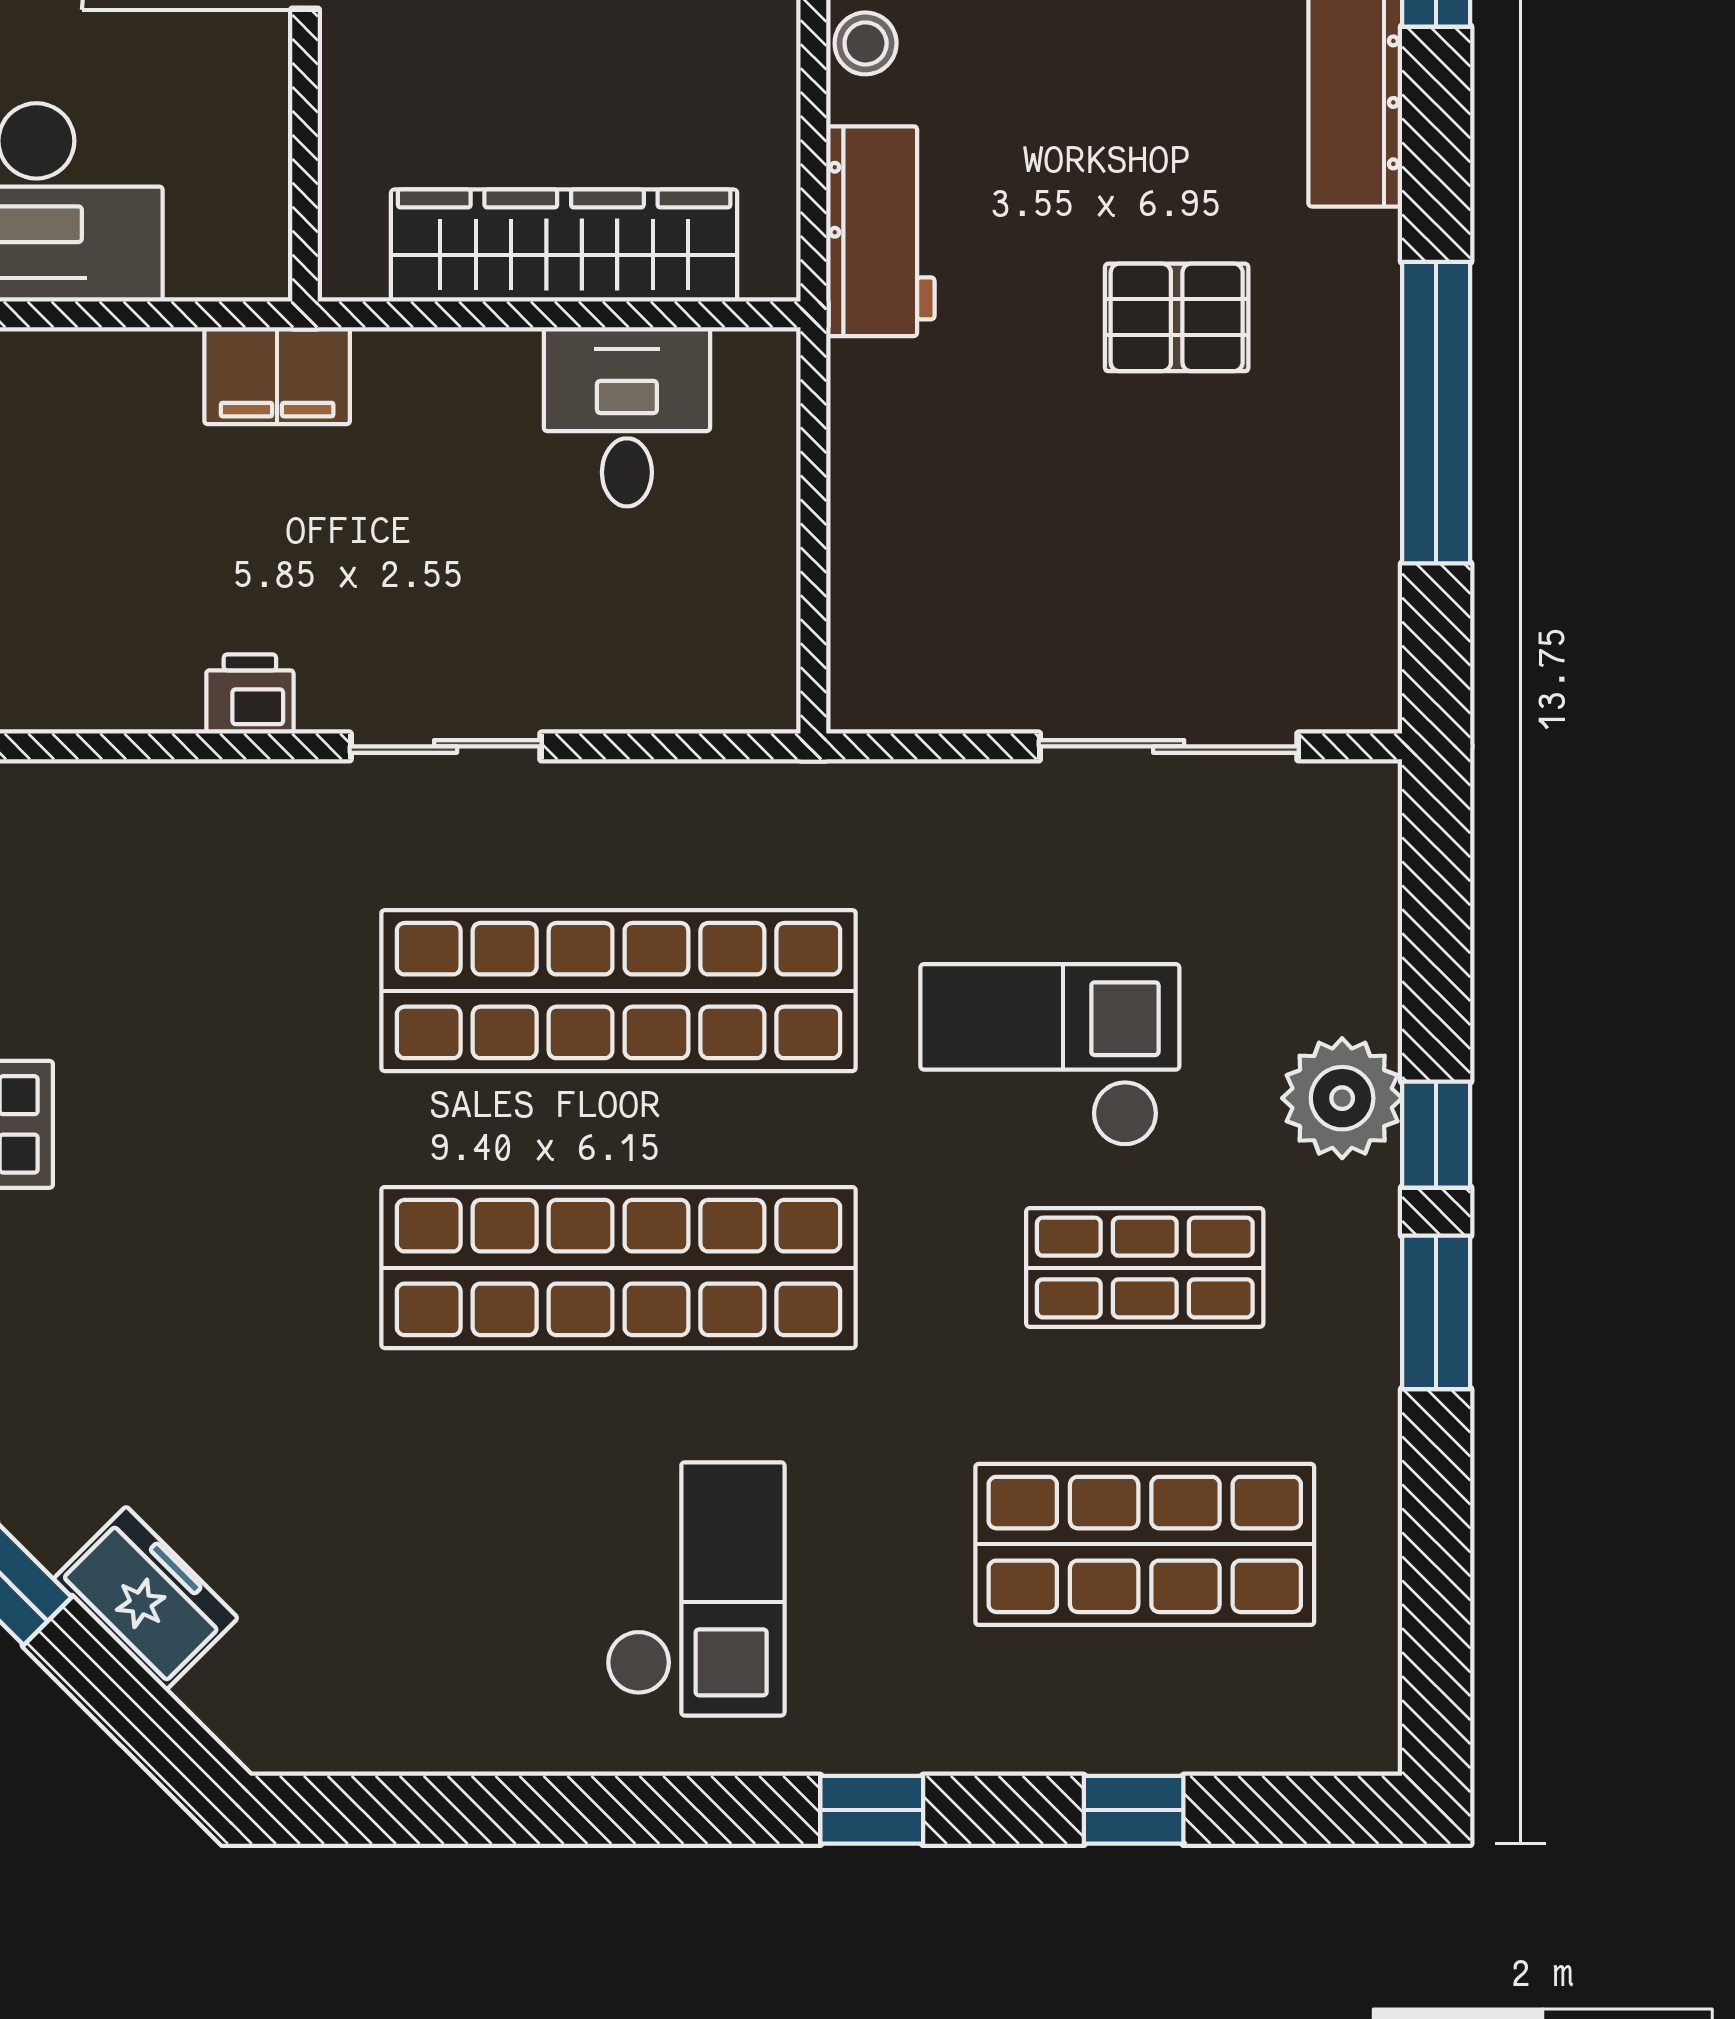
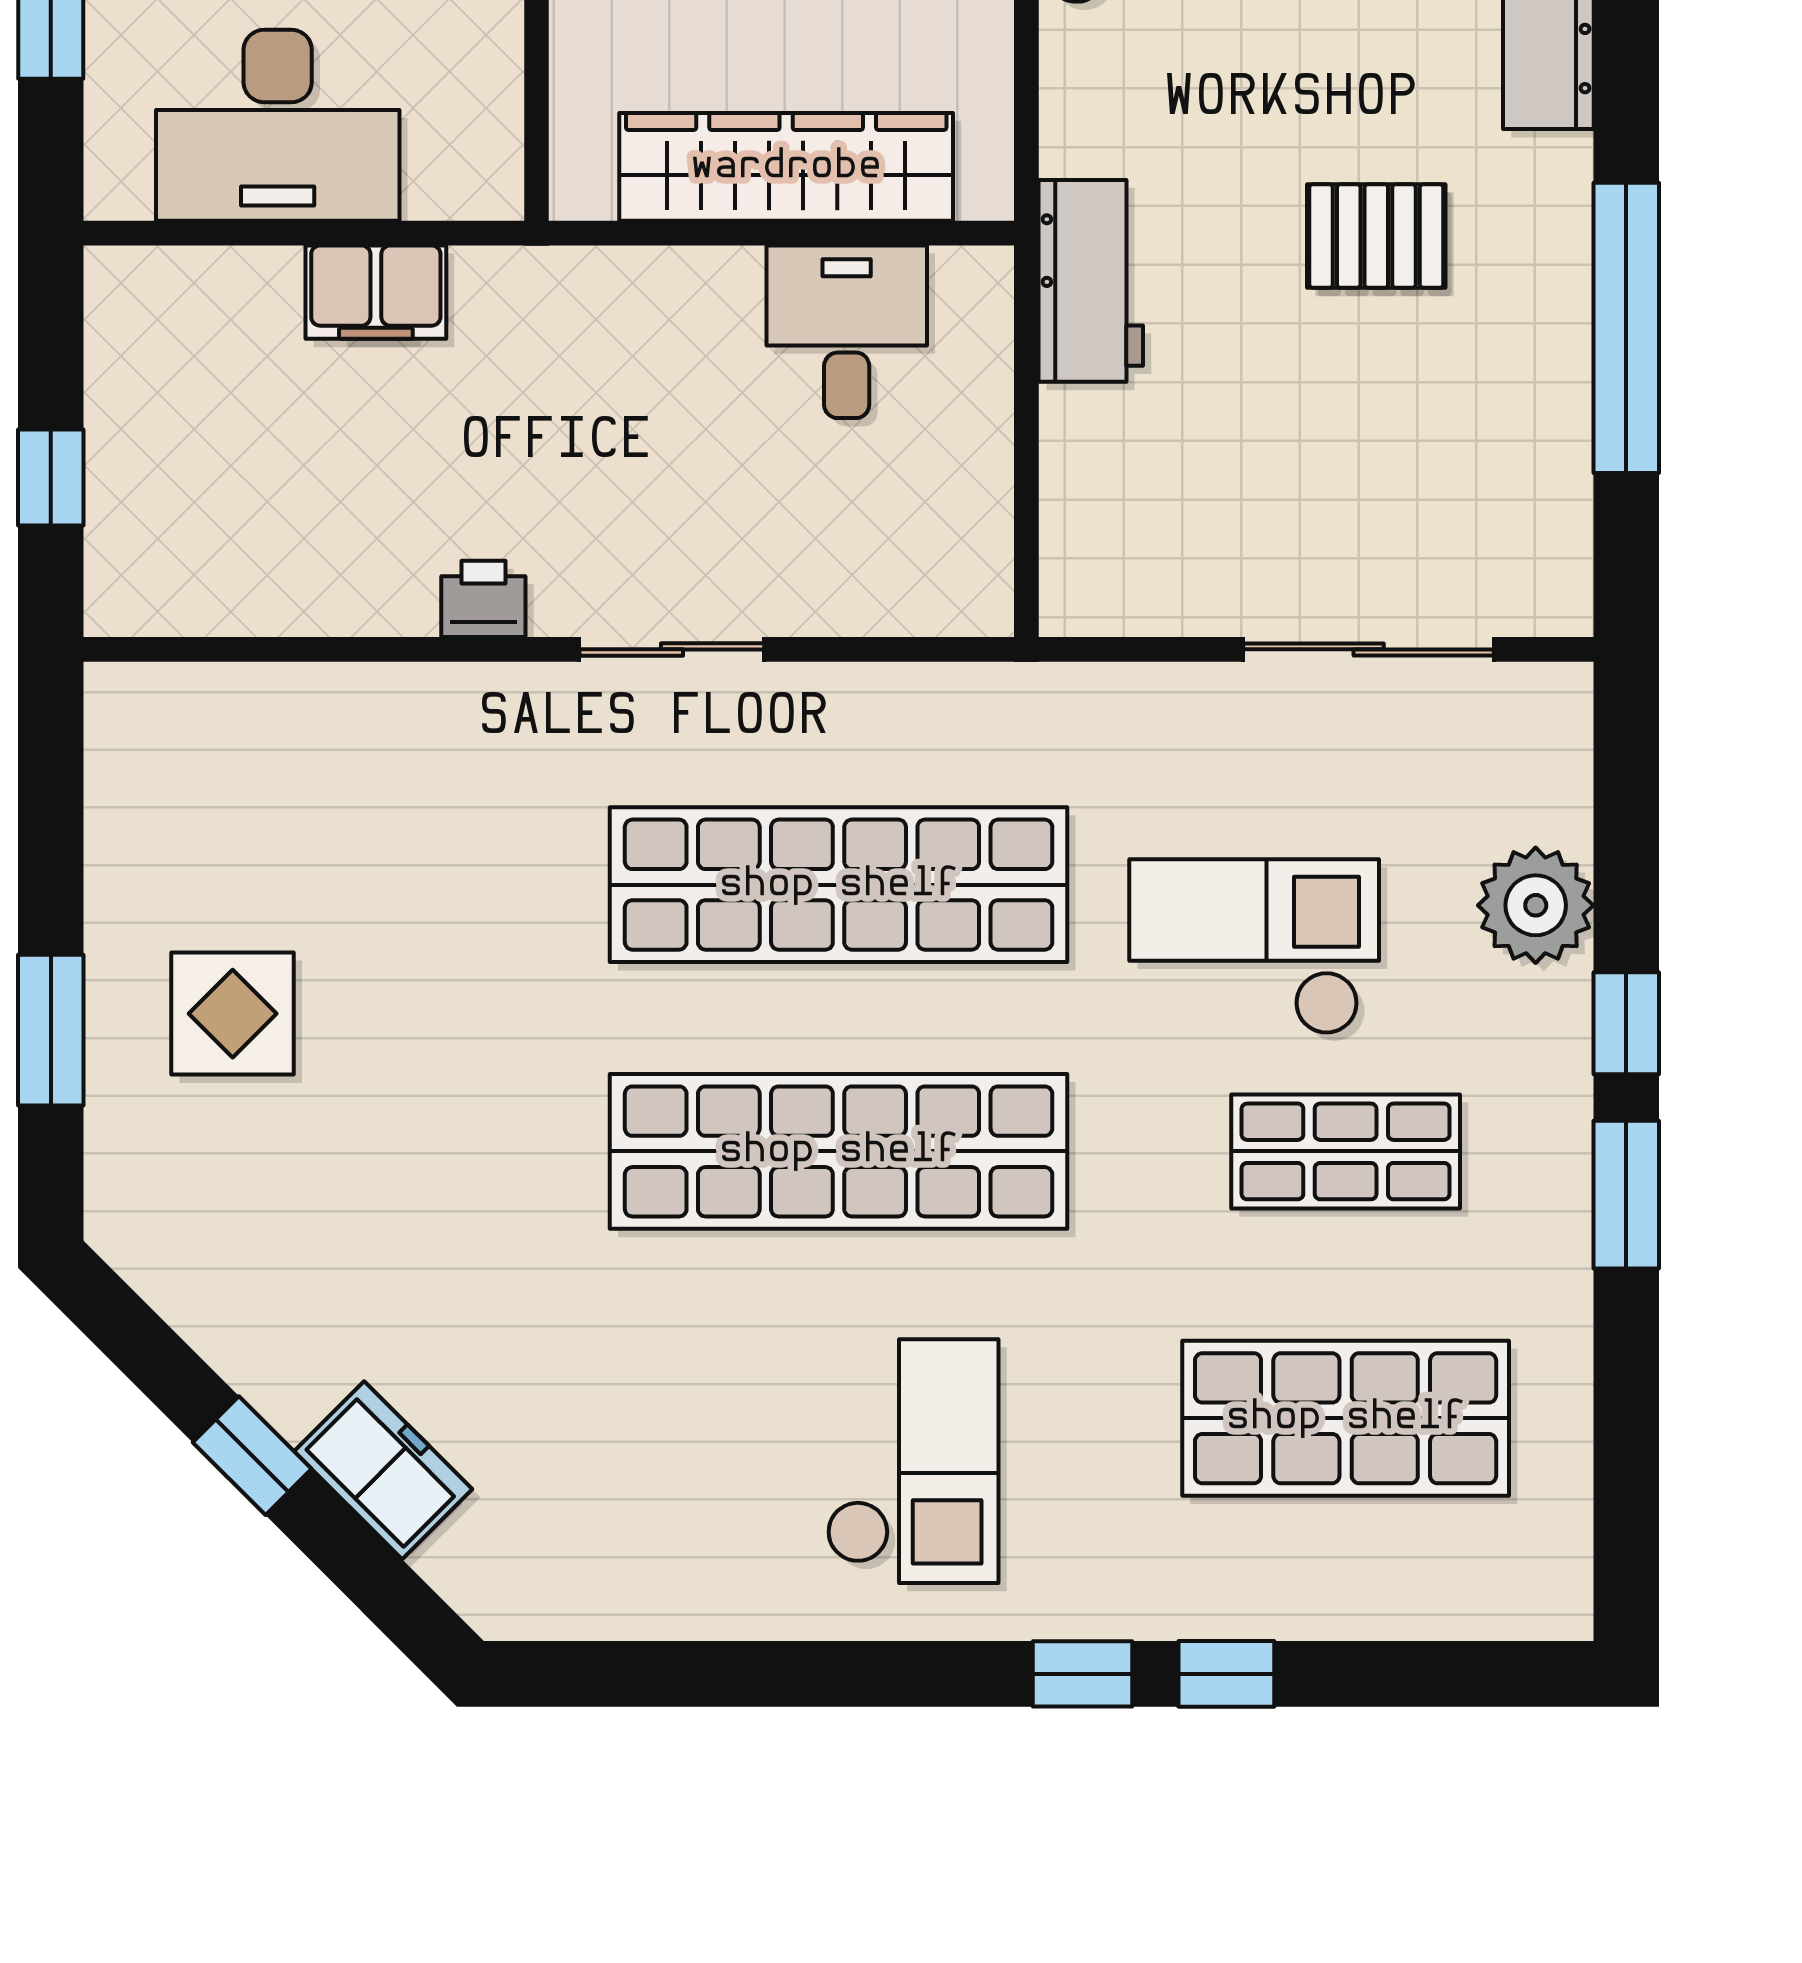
workbench: (880, 231) -> (1091, 281), moved
filing cabinet: (277, 376) -> (376, 292), moved
plant: (1342, 1098) -> (1536, 905), moved
window: (1134, 1810) -> (1226, 1674), moved

